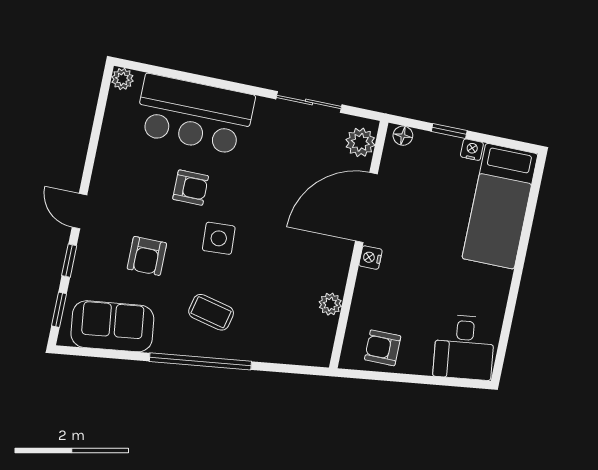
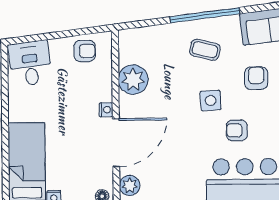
plant: (330, 304) -> (133, 80), width x1.88, depth x1.88

